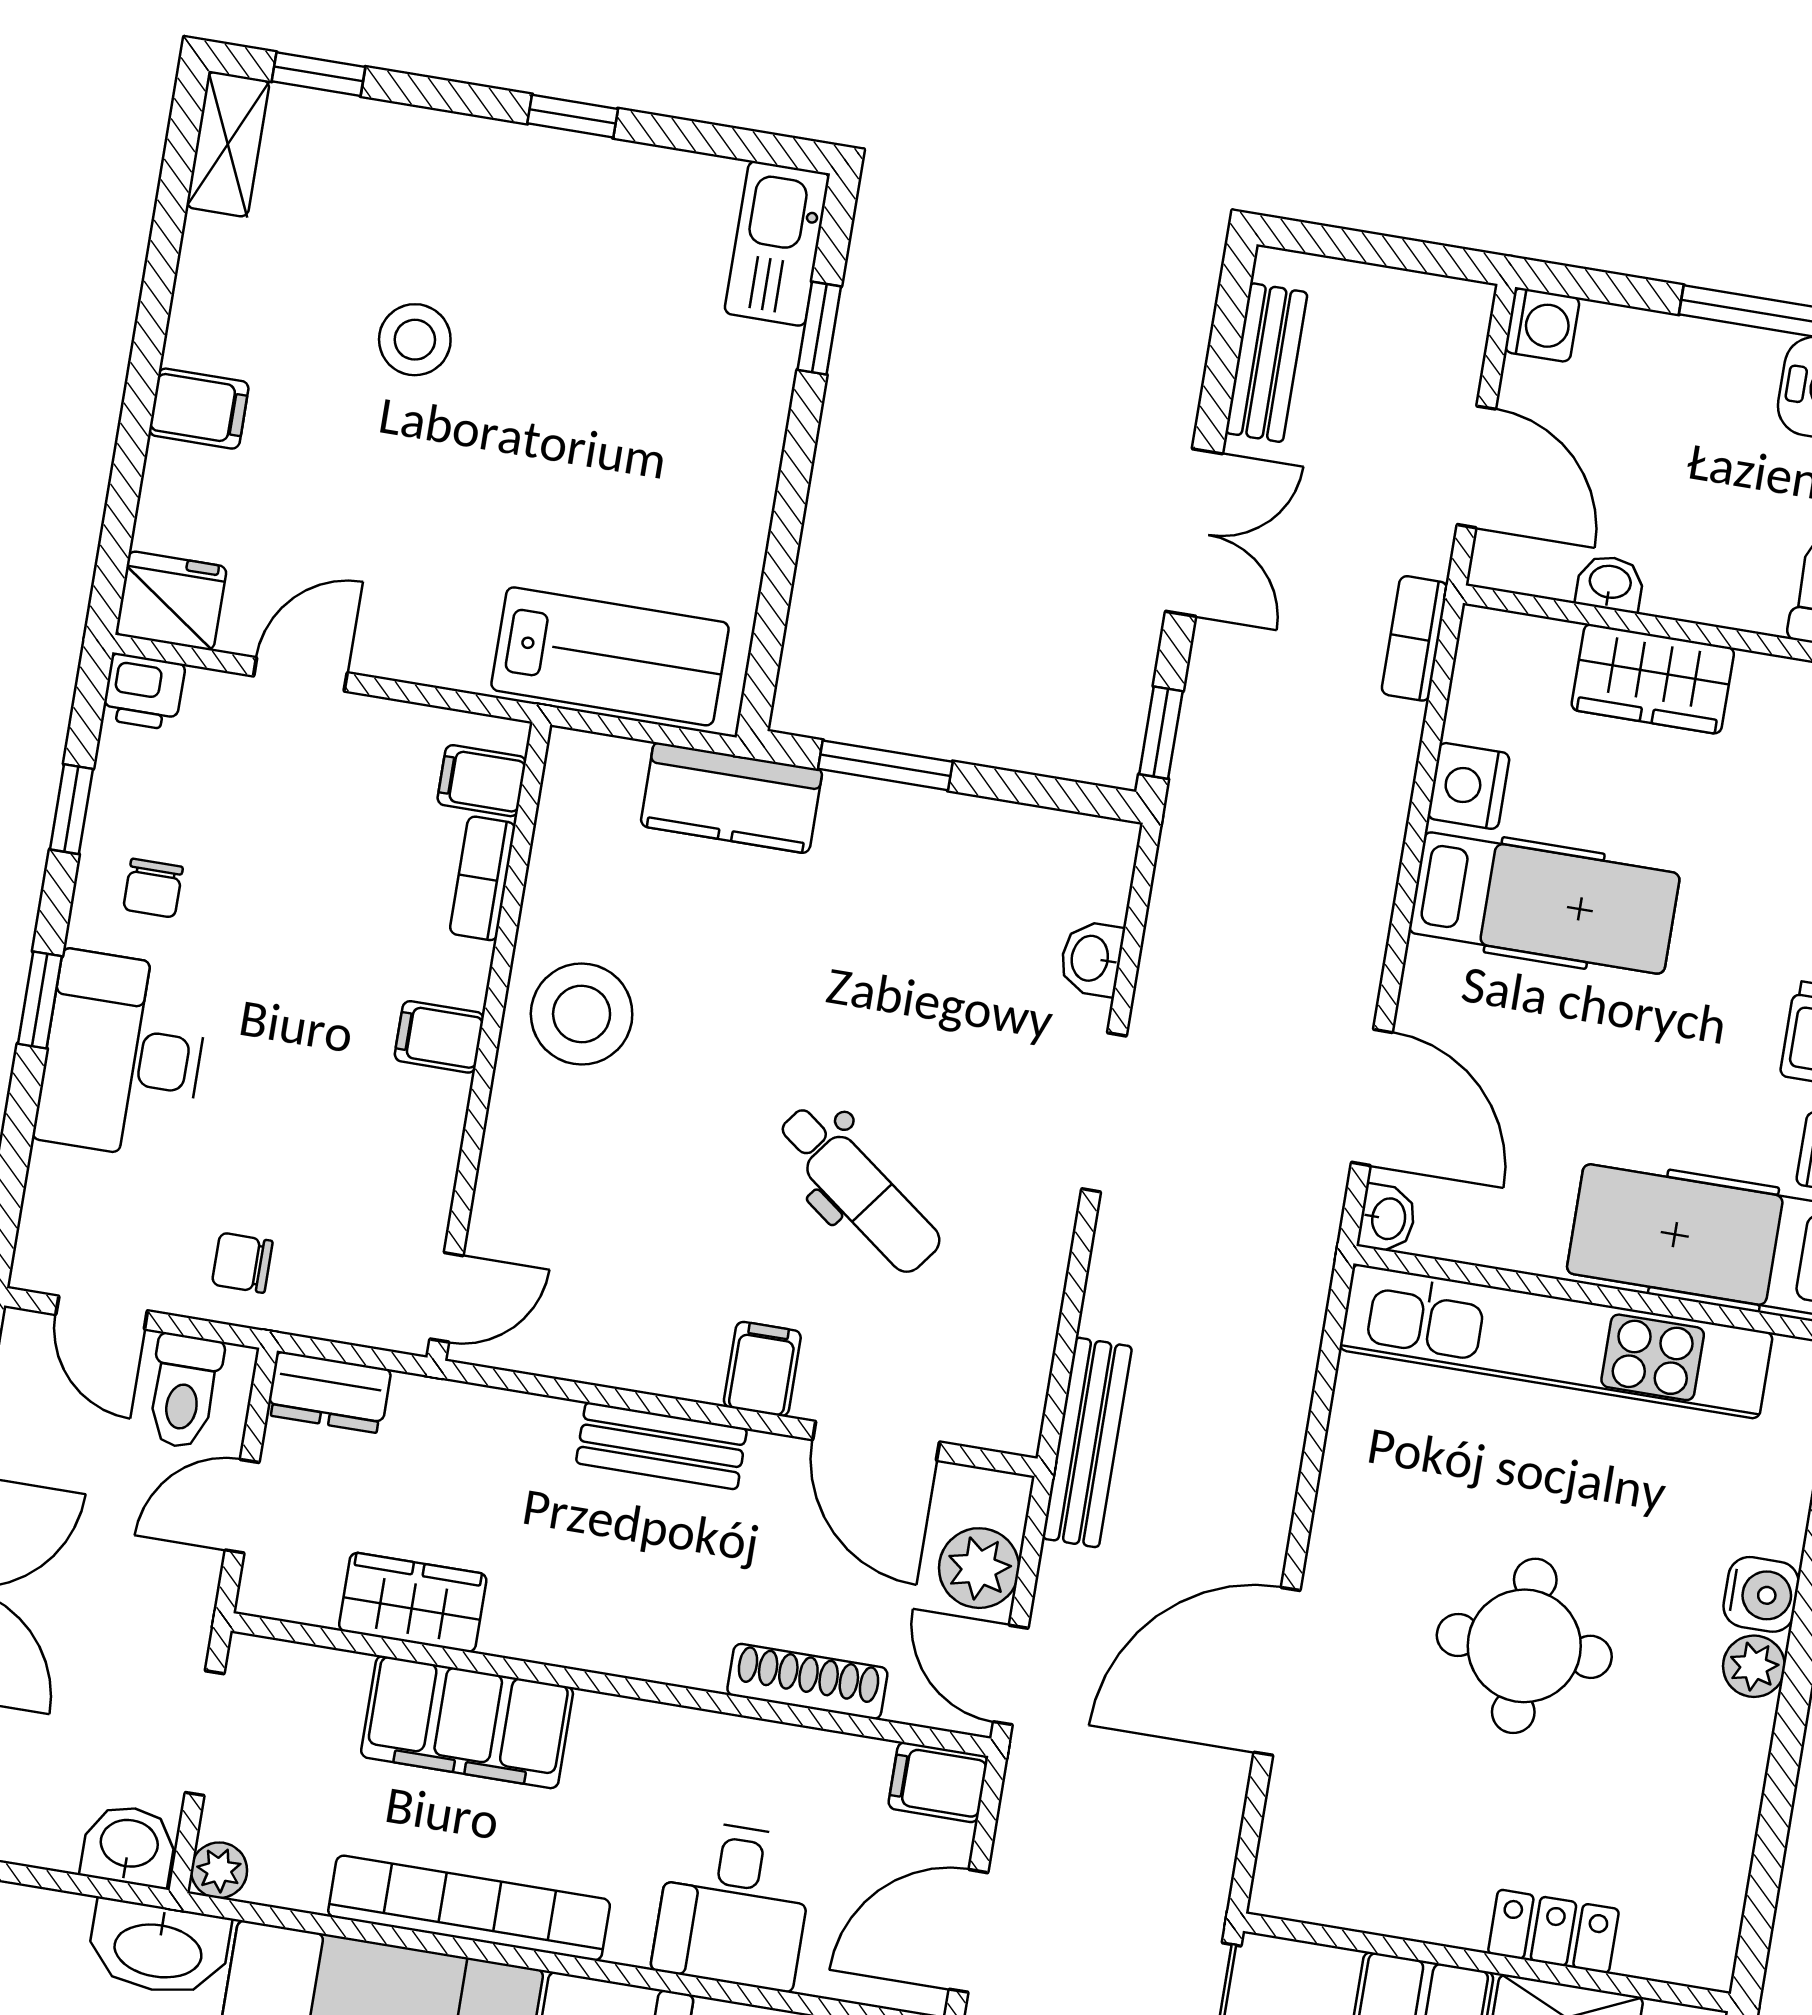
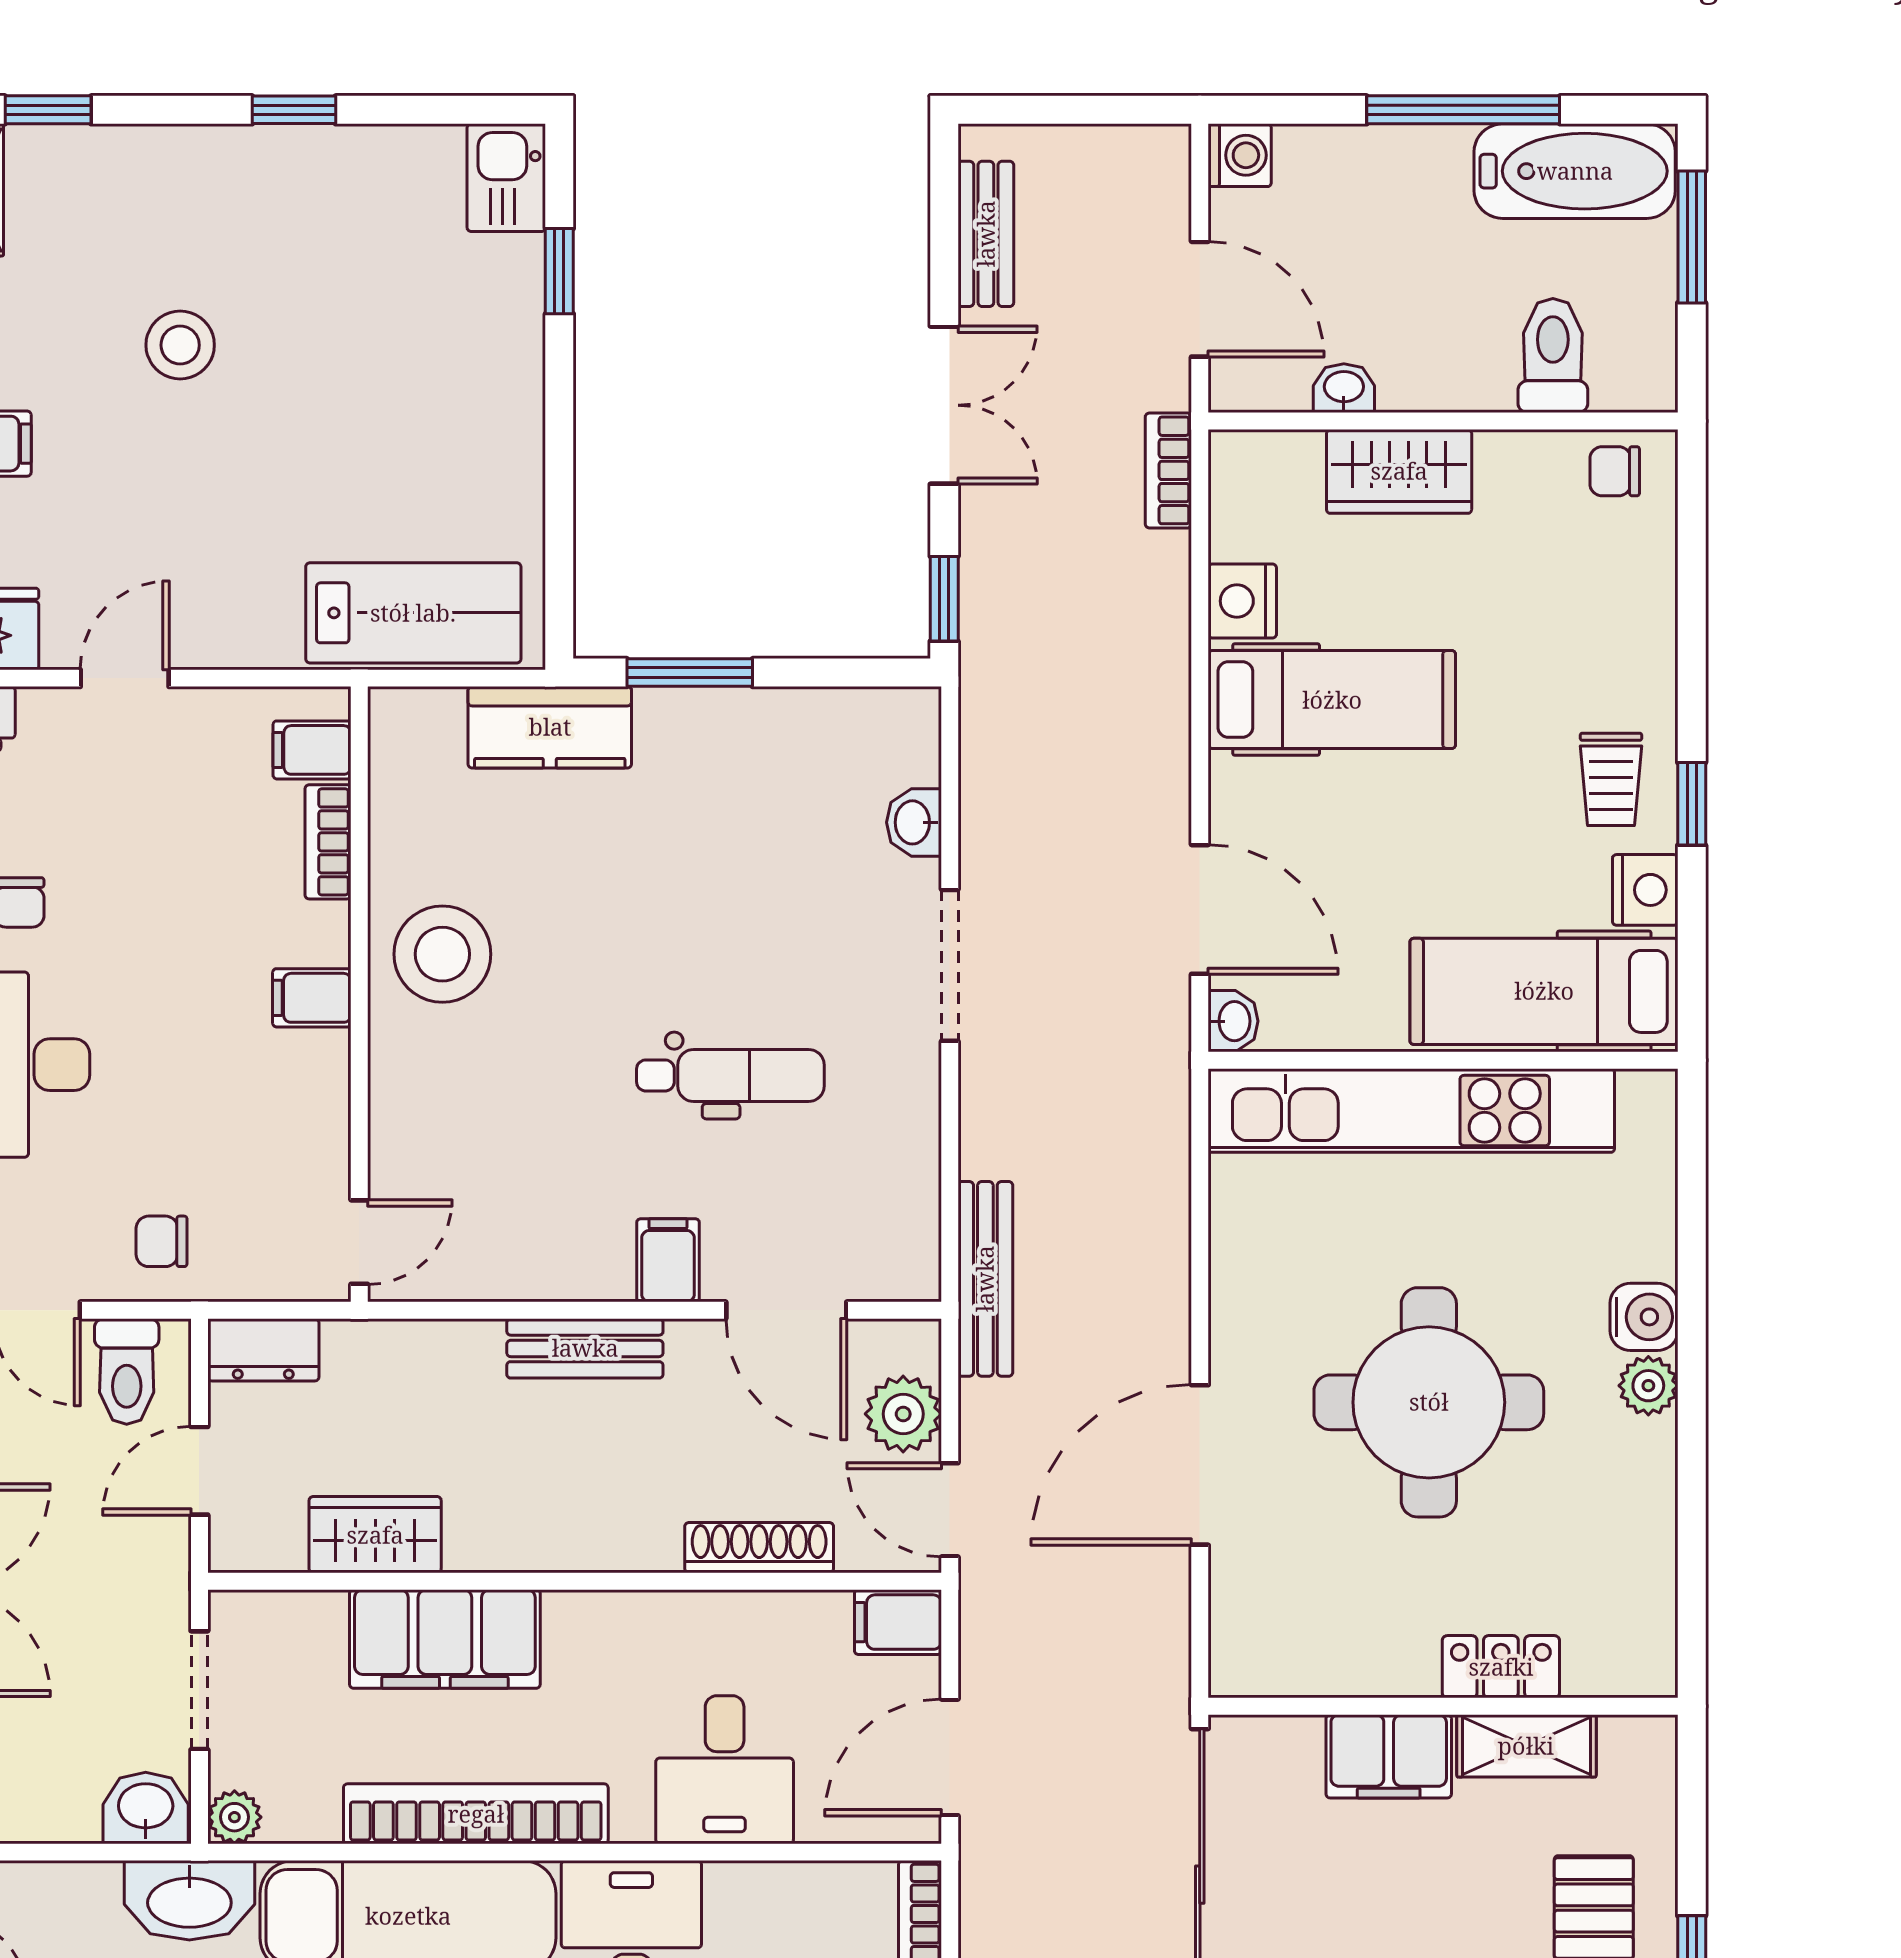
kitchen sink: (777, 243) -> (506, 178), width x0.73
dental chair: (858, 1189) -> (730, 1075), turned -37
round table: (1524, 1646) -> (1429, 1402), width x1.36, depth x1.36

